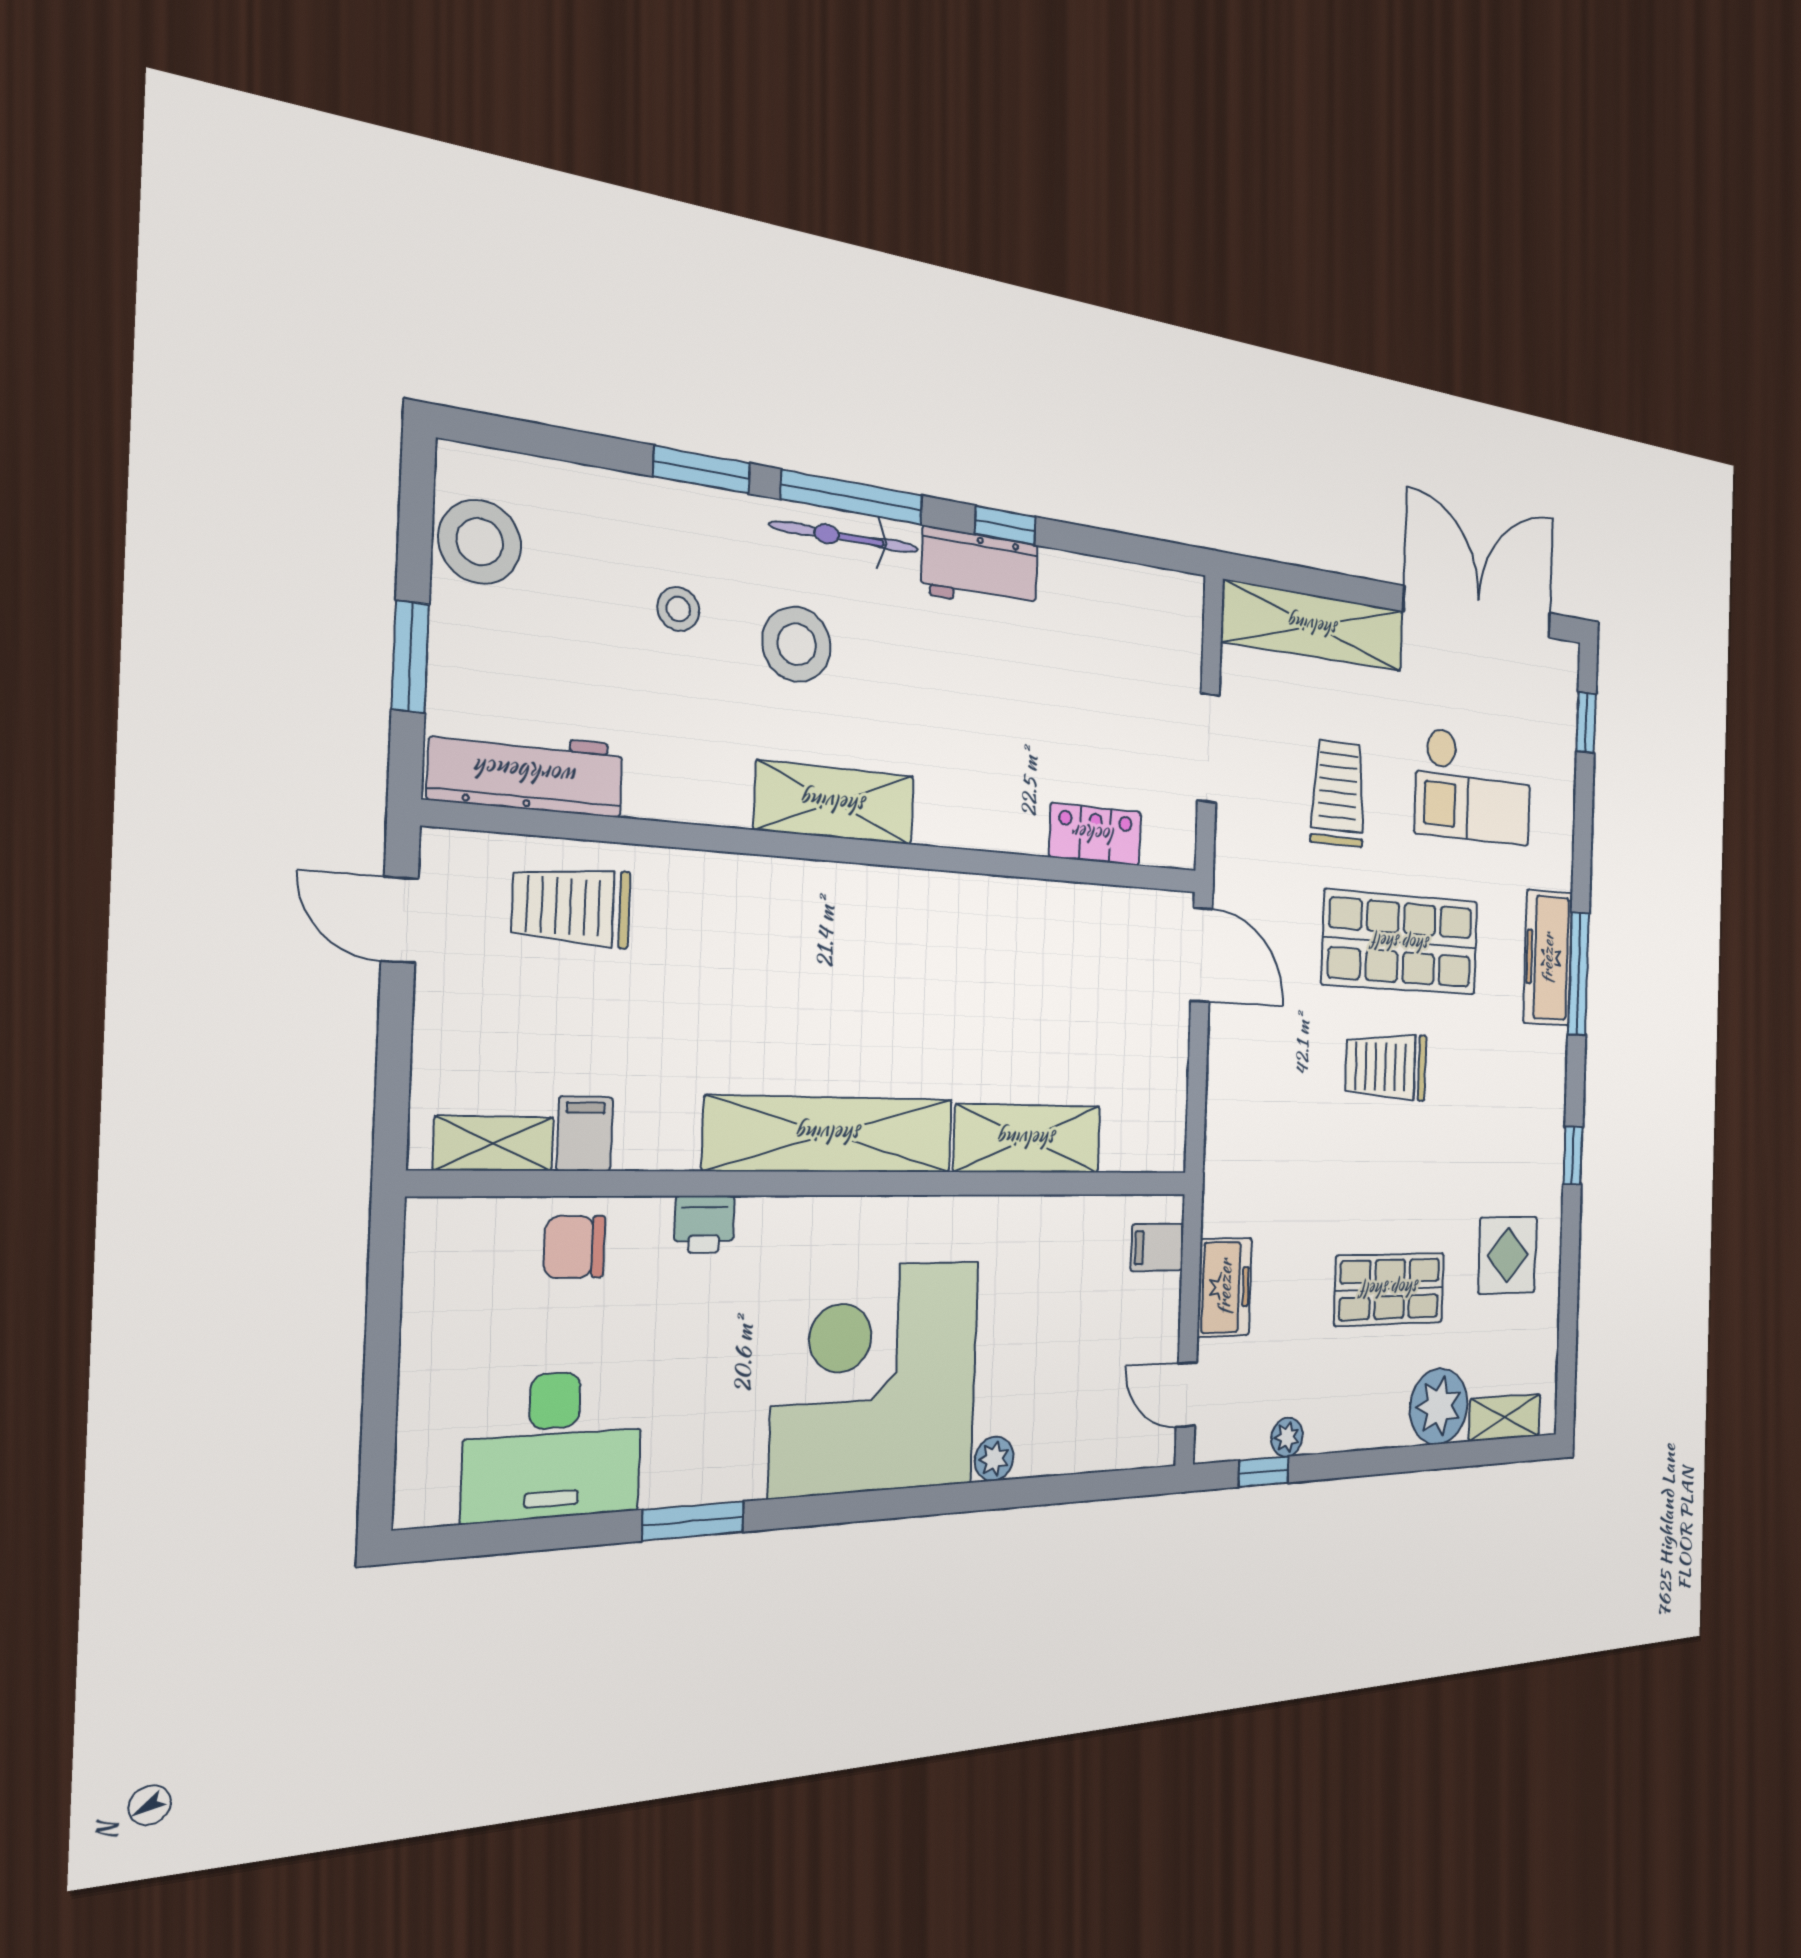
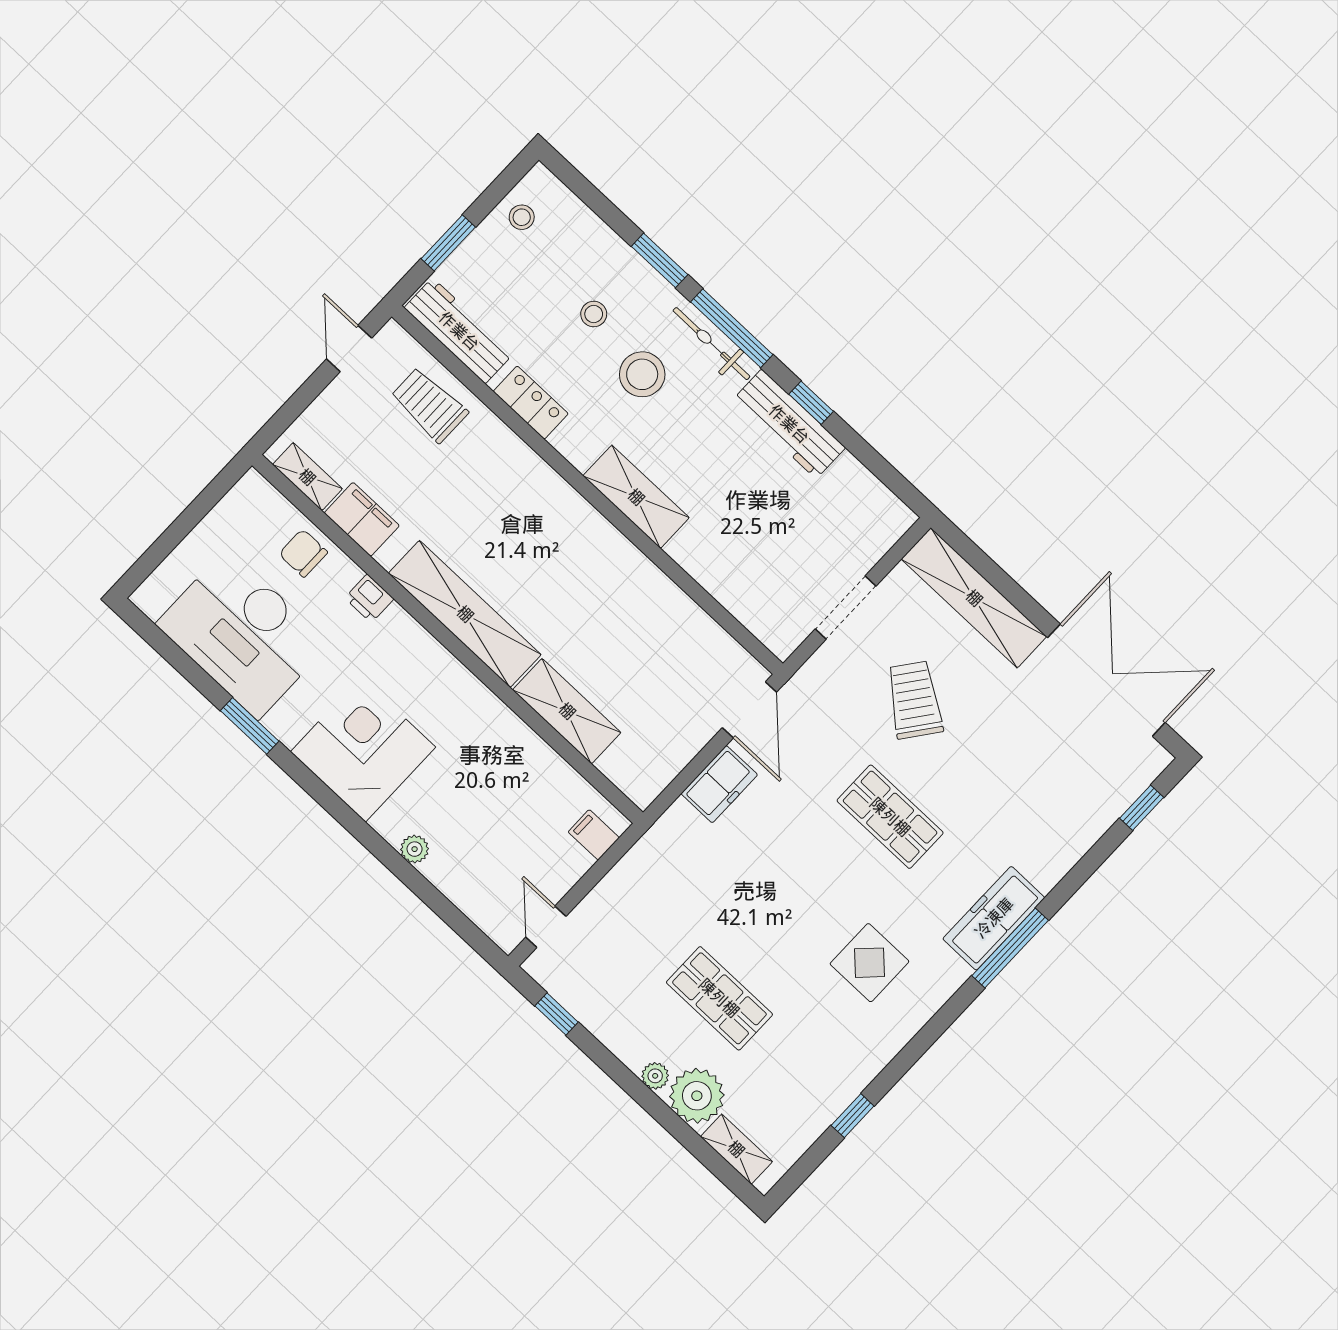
stool: (480, 542) -> (522, 217), width x0.53, depth x0.53
workbench: (980, 569) -> (789, 424), width x1.38
checkout: (1474, 787) -> (1019, 775), removed
trolley: (1338, 793) -> (915, 700), turned -53
shelving: (835, 803) -> (636, 497), moved
locker: (1095, 834) -> (531, 403), moved
shop shelf: (1401, 943) -> (890, 817), width x0.70, depth x0.74
trolley: (1386, 1067) -> (821, 875), removed
filing cabinet: (585, 1134) -> (362, 519), width x2.00
window: (1573, 1156) -> (853, 1116), moved
display table: (1508, 1255) -> (869, 963), moved
freezer: (1225, 1287) -> (719, 784), moved
corner desk: (876, 1377) -> (363, 749), width x0.74, depth x0.74
plant: (1287, 1437) -> (655, 1076), moved
desk: (553, 1445) -> (243, 634), width x1.36, depth x1.30

